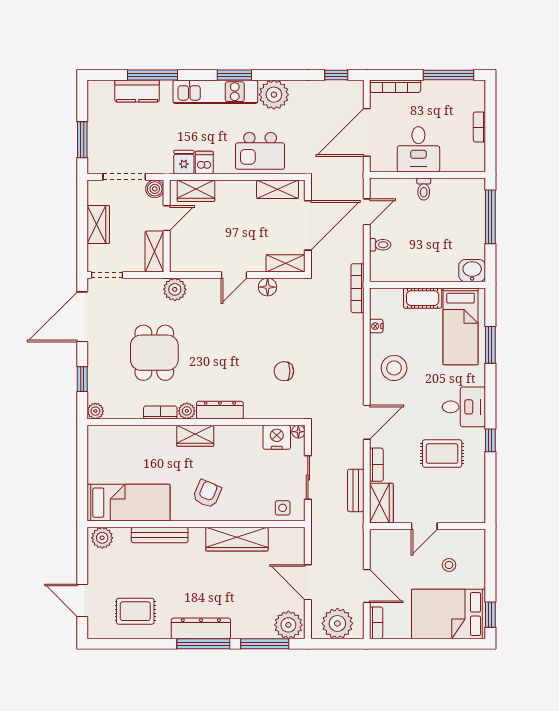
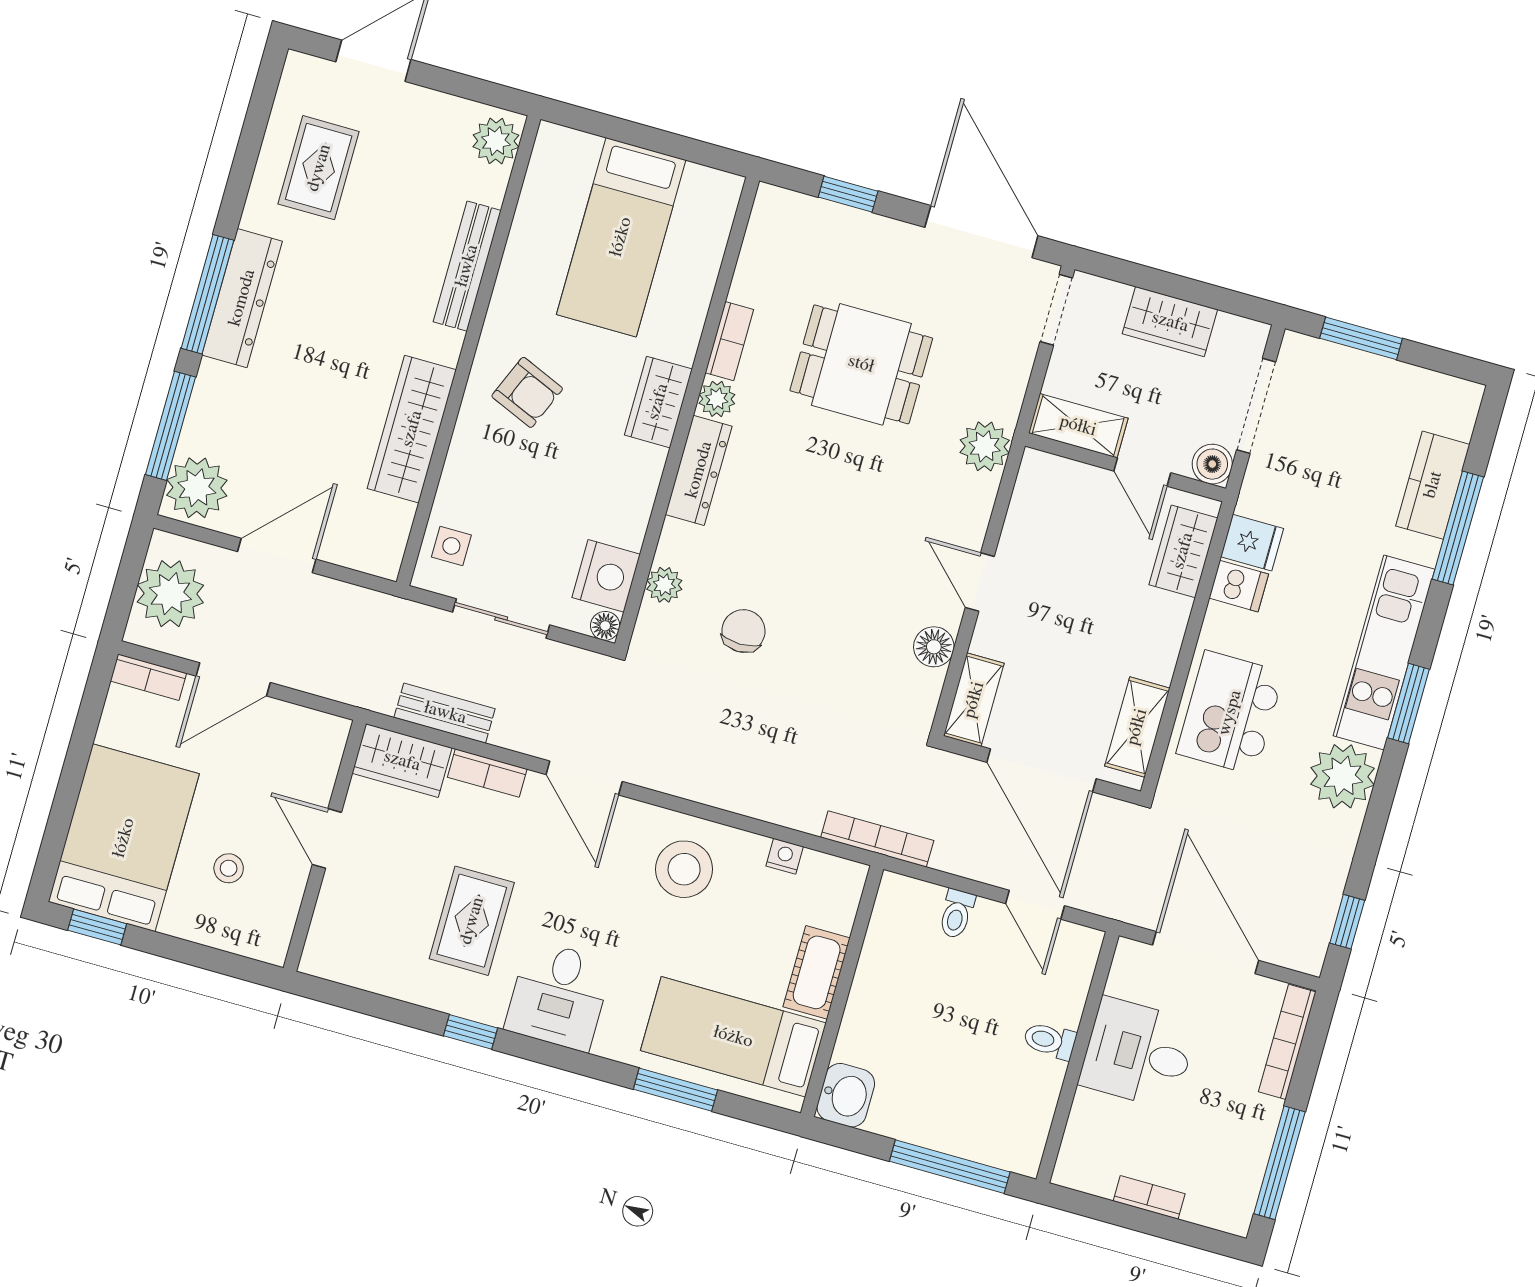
plant: (95, 411) -> (664, 585), moved
bed: (129, 503) -> (621, 237), moved

